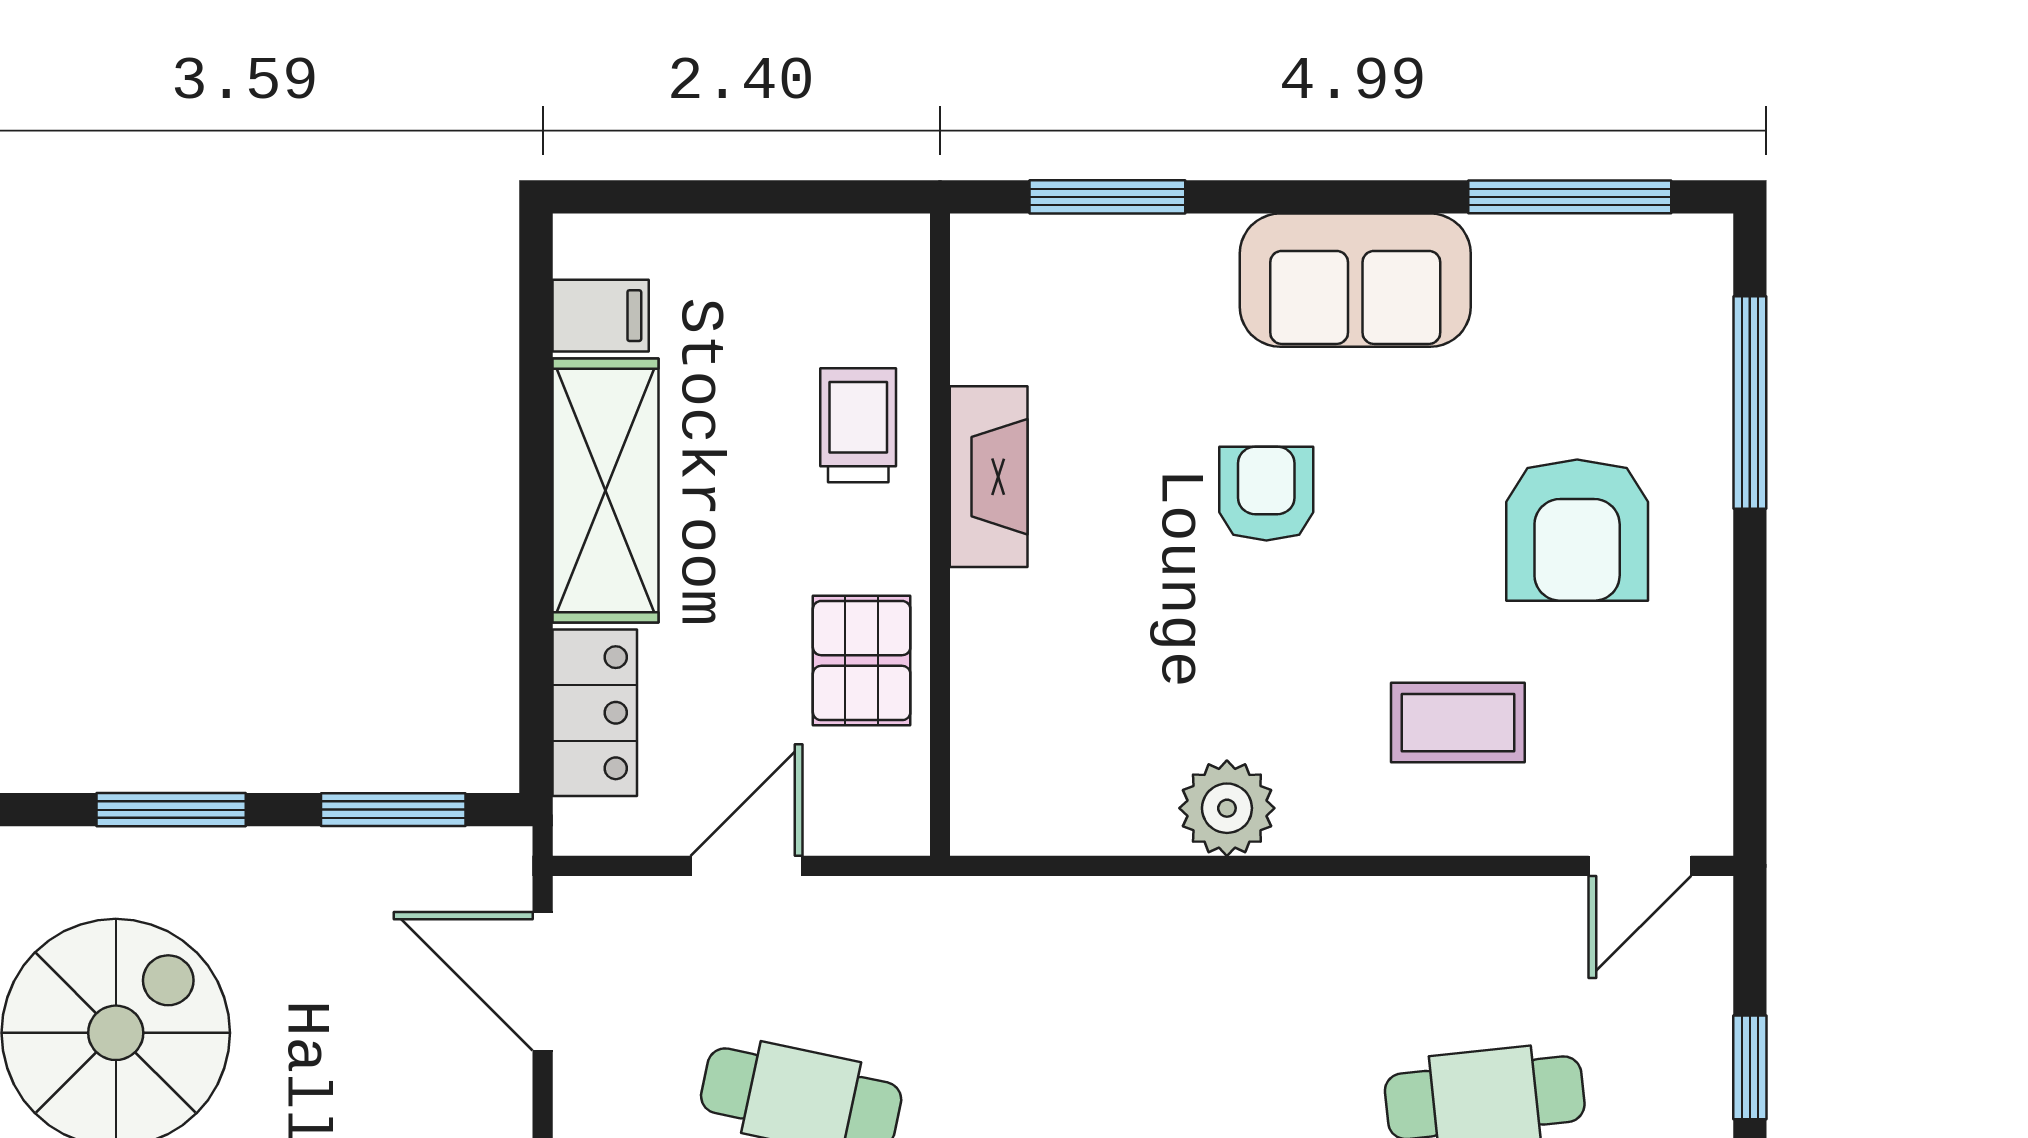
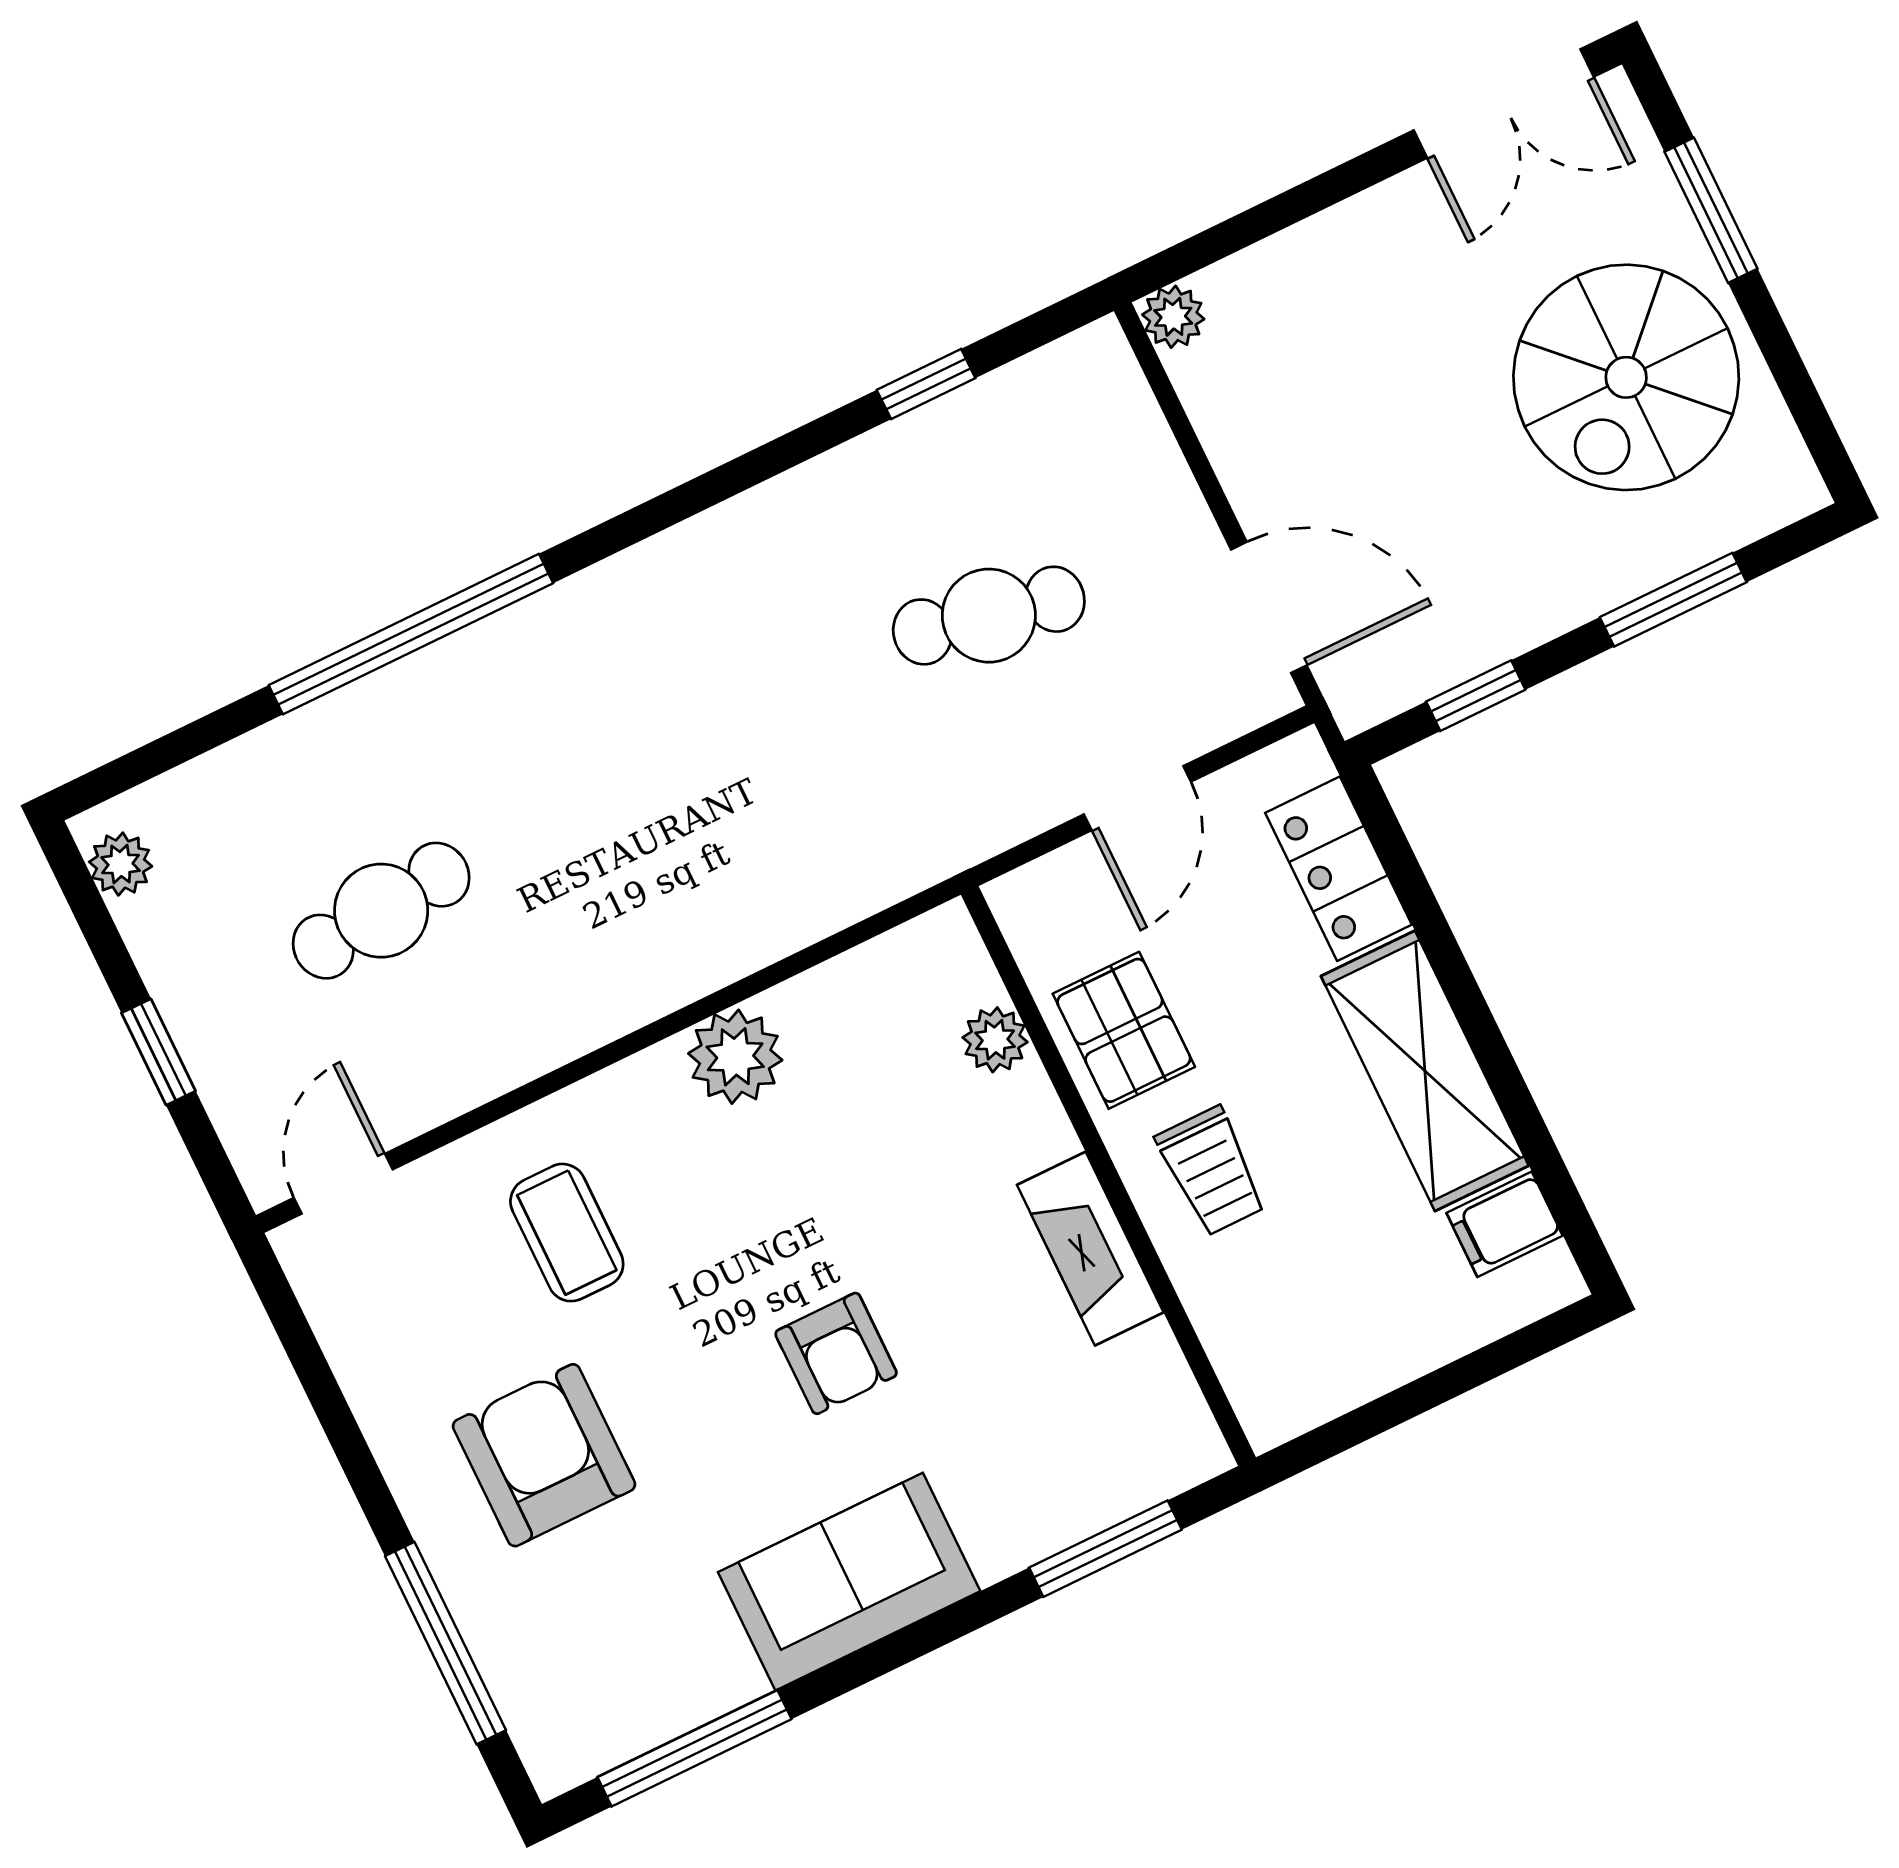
trolley: (858, 425) -> (1212, 1171), moved
plant: (983, 709) -> (995, 1040), added
coffee table: (1458, 723) -> (567, 1233), turned 90
window: (393, 810) -> (1476, 696), width x0.67

